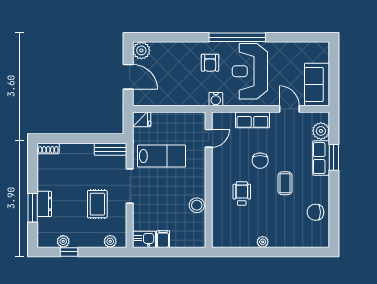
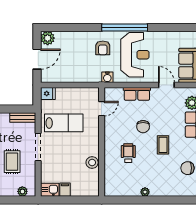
reception desk: (250, 71) -> (135, 55), turned 180
door: (128, 77) -> (37, 59), hinge flipped

